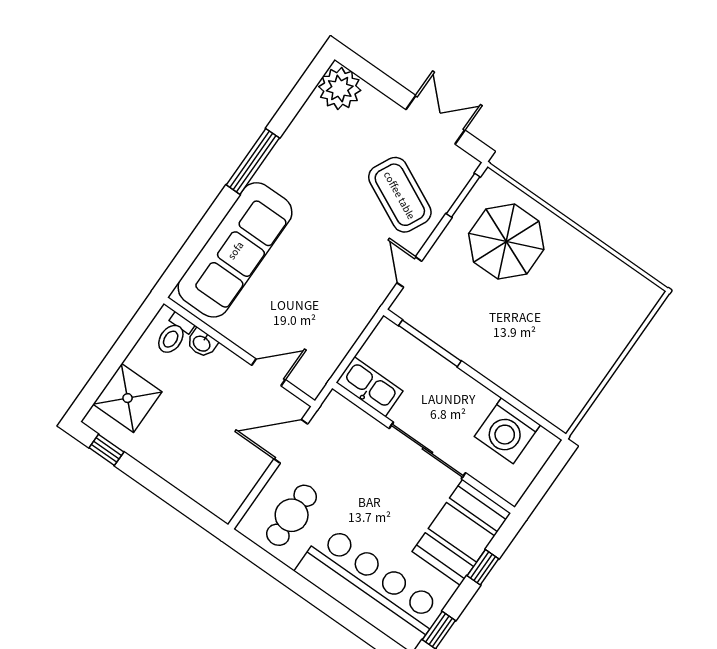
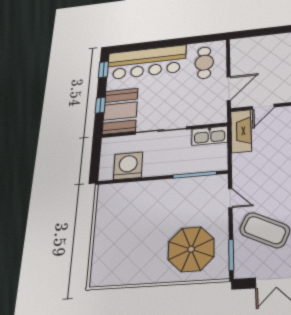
fireplace: (325, 359) -> (241, 131), added

